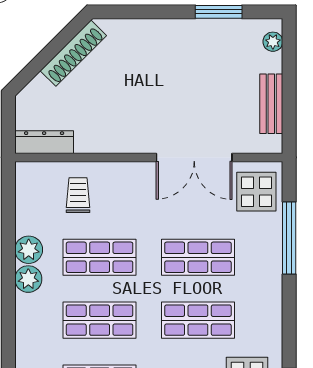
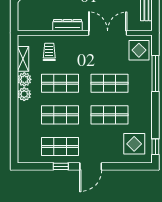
dresser: (44, 142) -> (68, 25), moved
double door: (194, 157) -> (108, 33), swing flipped
shelving: (26, 209) -> (23, 59), added

